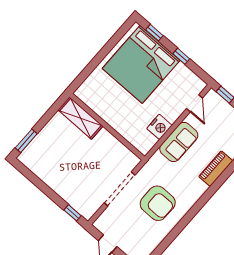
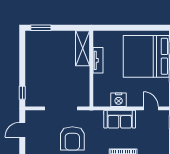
door: (194, 103) -> (151, 108), swing flipped
tv unit: (105, 114) -> (98, 60), added

